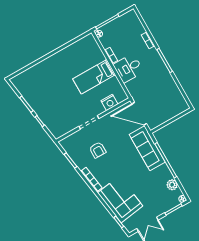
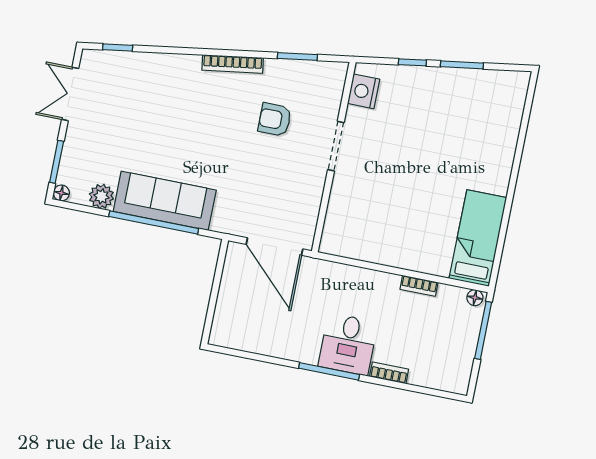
desk: (128, 68) -> (348, 344), moved, turned 180
bed: (94, 77) -> (478, 238), moved
nightstand: (110, 102) -> (364, 91), moved
door: (139, 114) -> (275, 247), swing flipped
sofa: (147, 148) -> (165, 201), moved
corner sofa: (120, 199) -> (155, 84), removed

